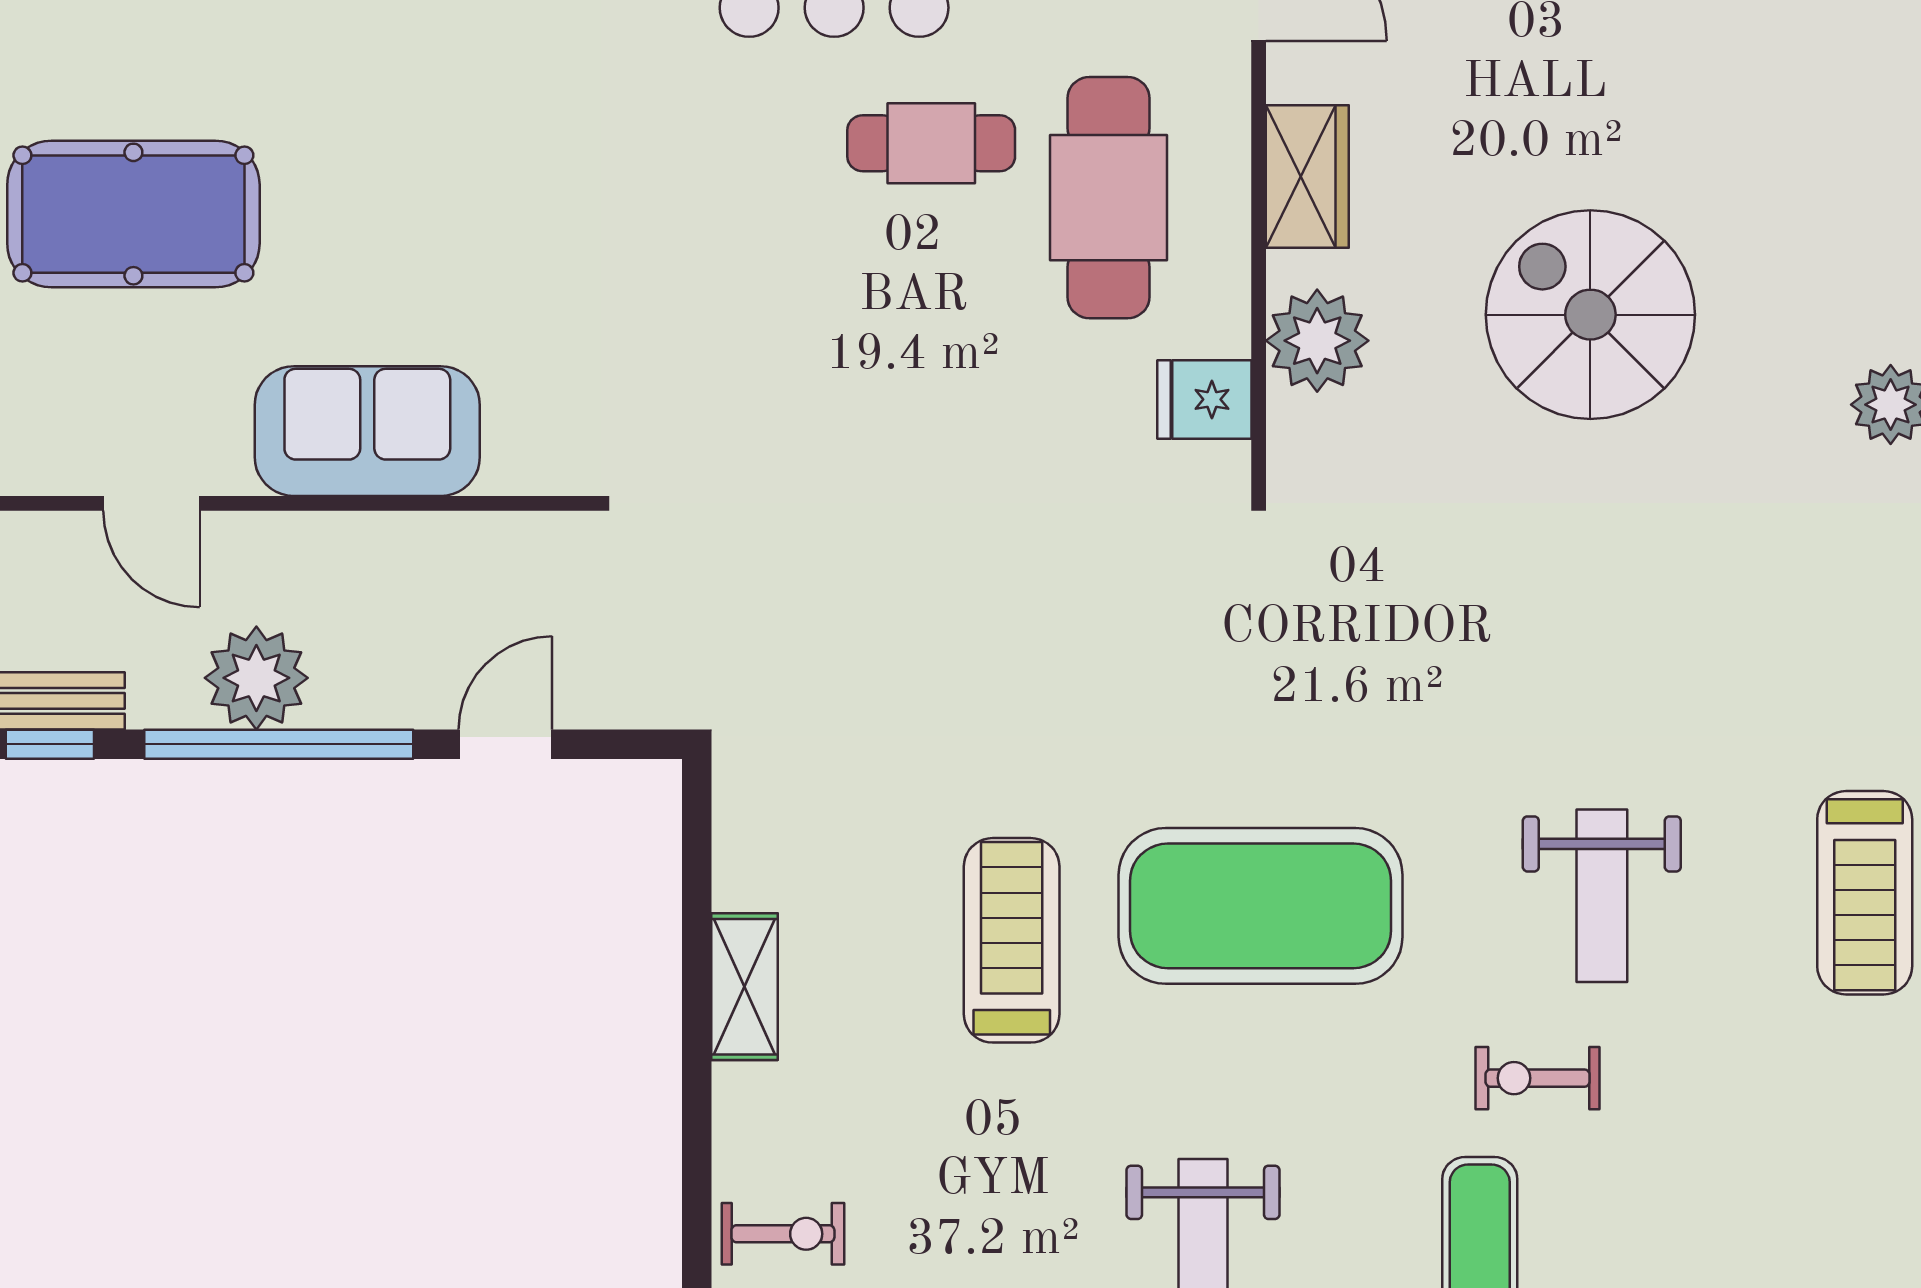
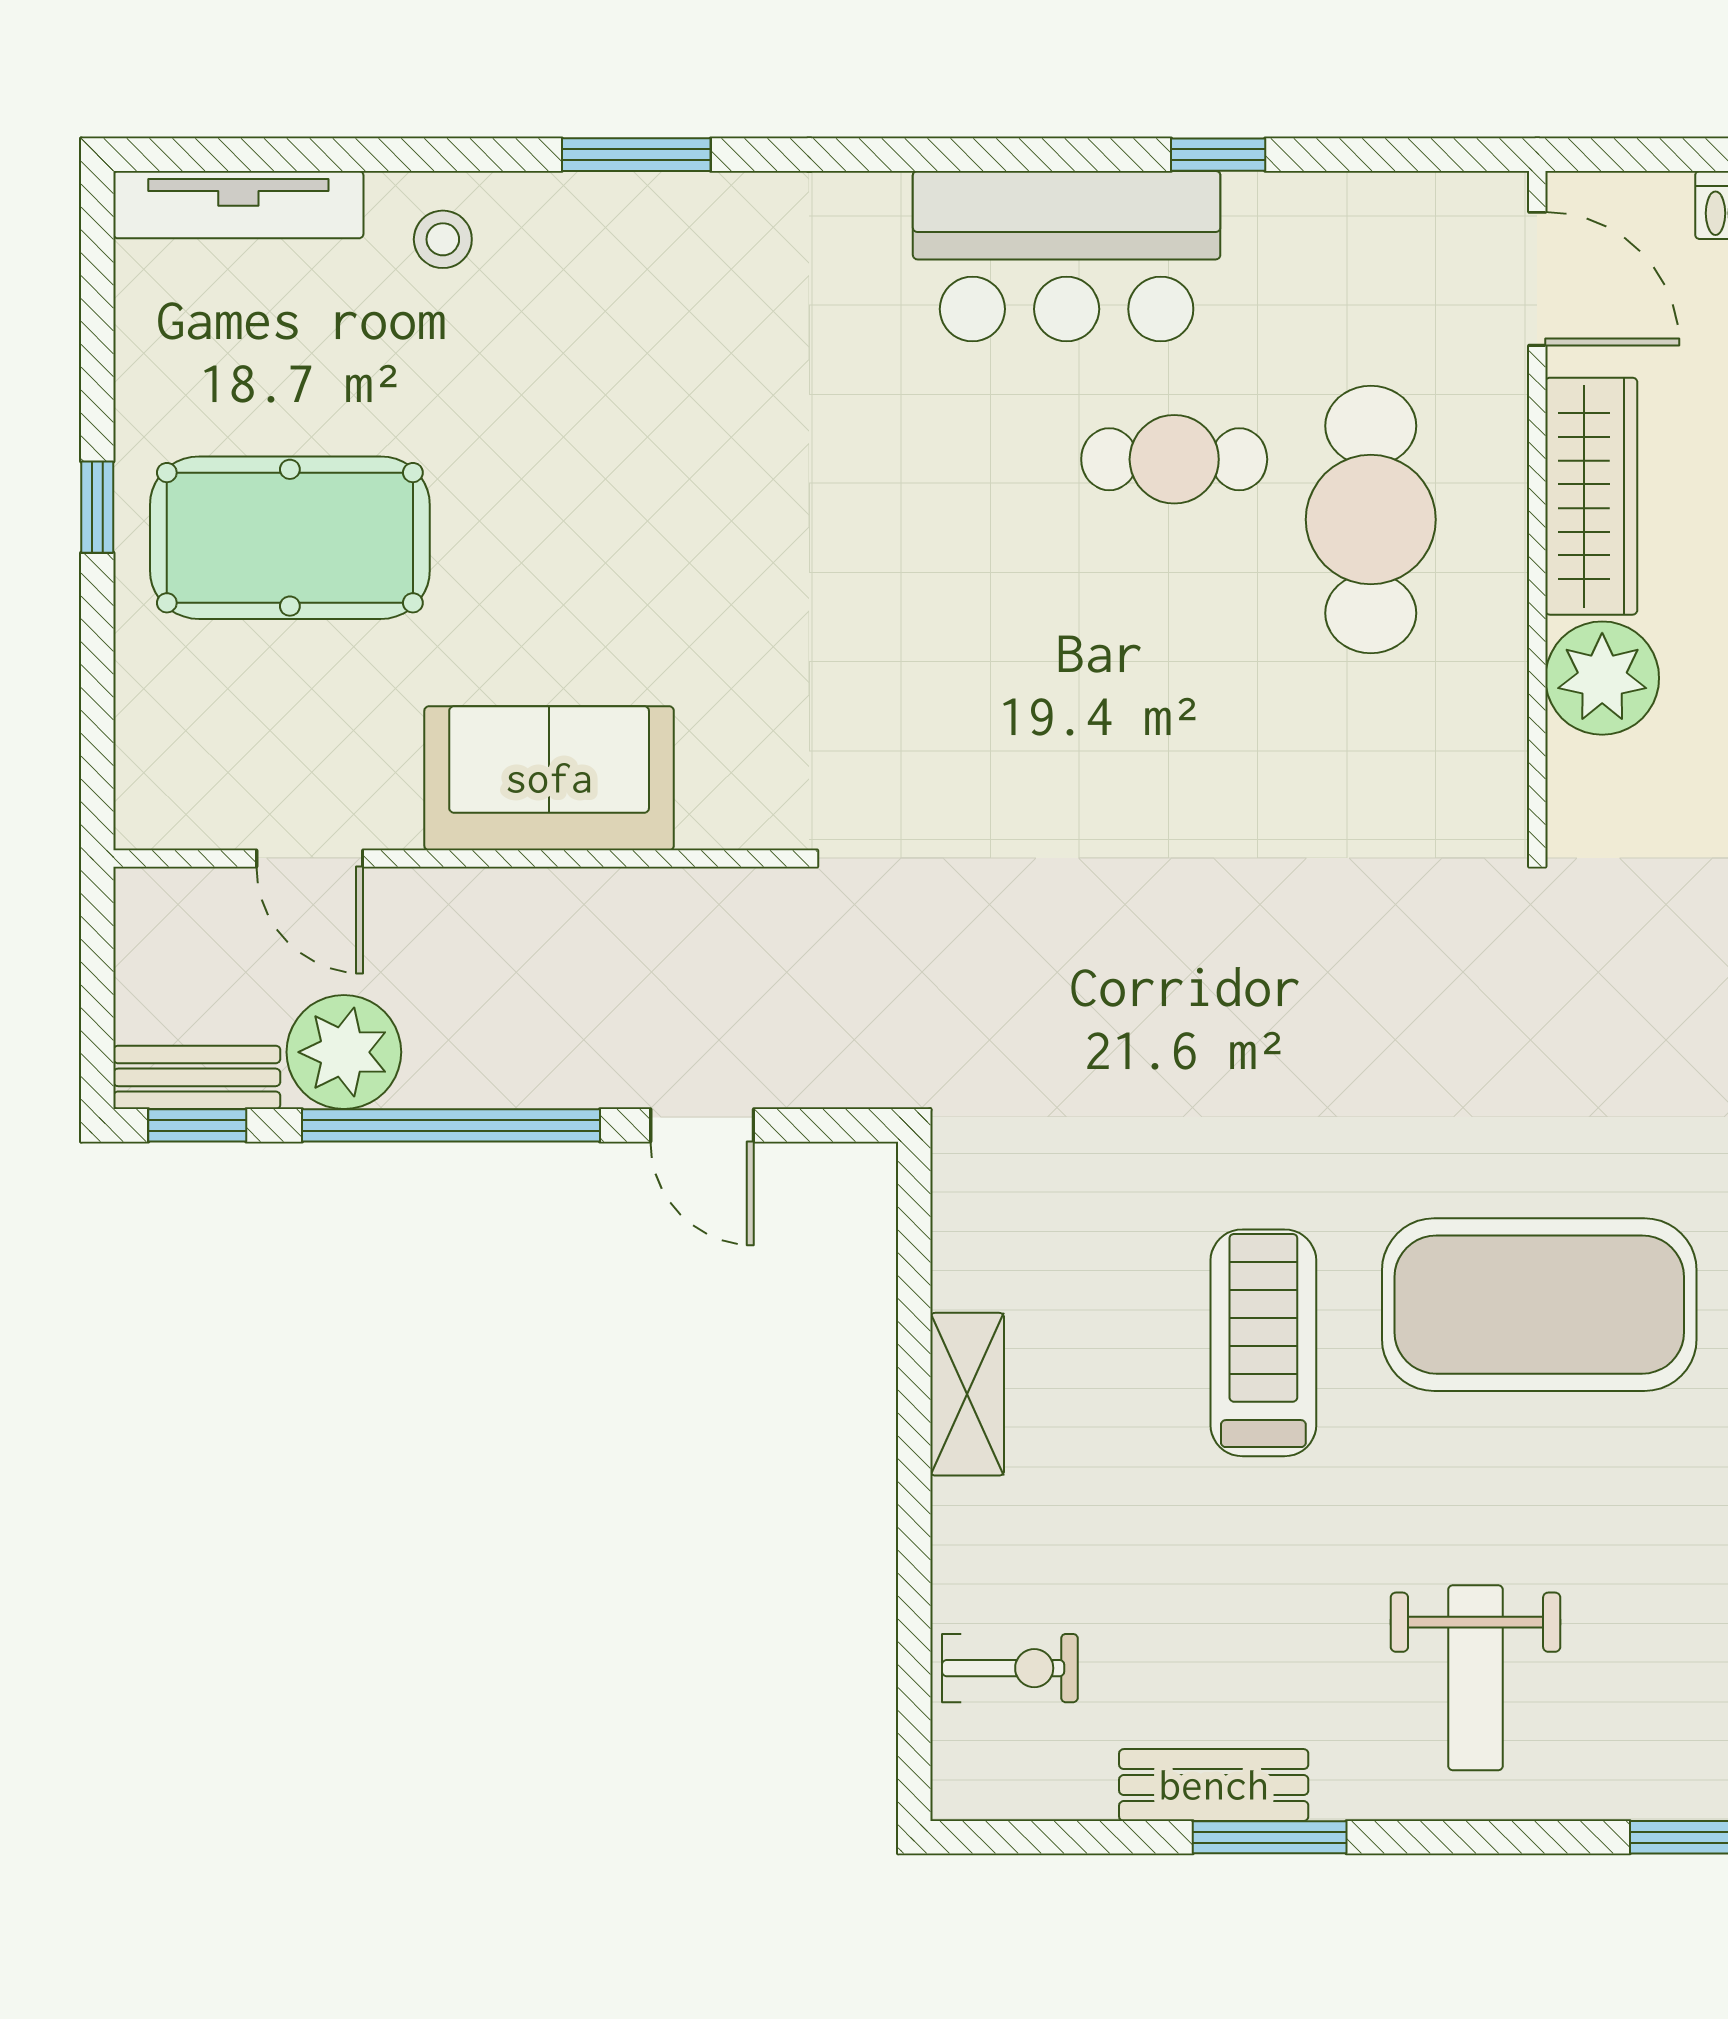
wardrobe: (1307, 177) -> (1591, 496), width x1.50
fridge: (1204, 399) -> (1477, 743), removed
plant: (256, 678) -> (344, 1052), moved
door: (505, 744) -> (702, 1125), swing flipped

